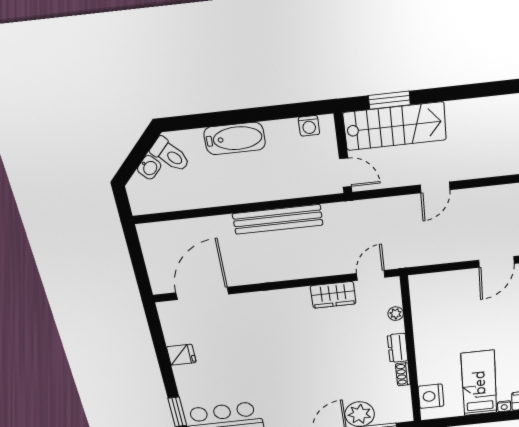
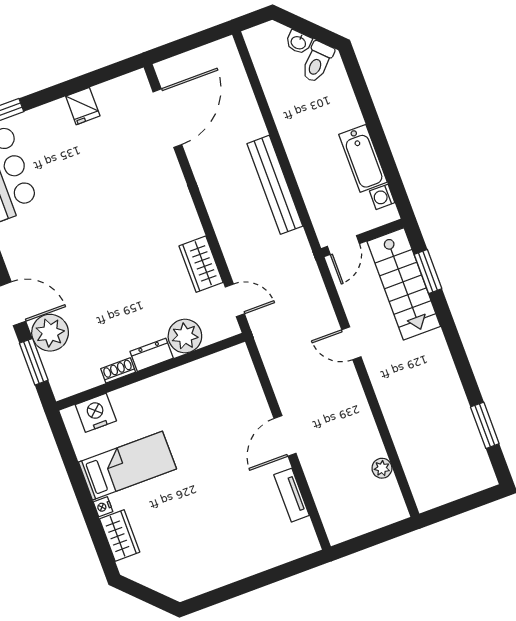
bathtub: (235, 138) -> (363, 158), moved
door: (496, 262) -> (285, 436), hinge flipped
door: (202, 293) -> (167, 118), hinge flipped
plant: (396, 314) -> (185, 336), width x1.87, depth x1.87

